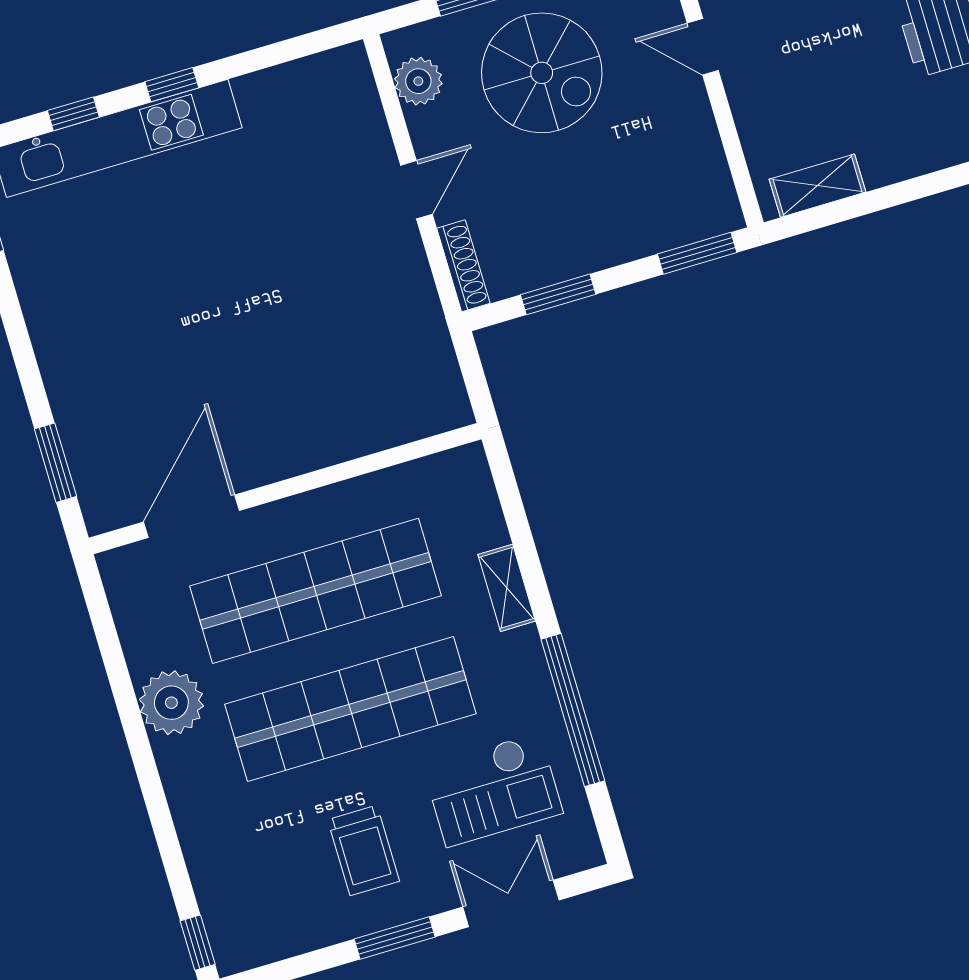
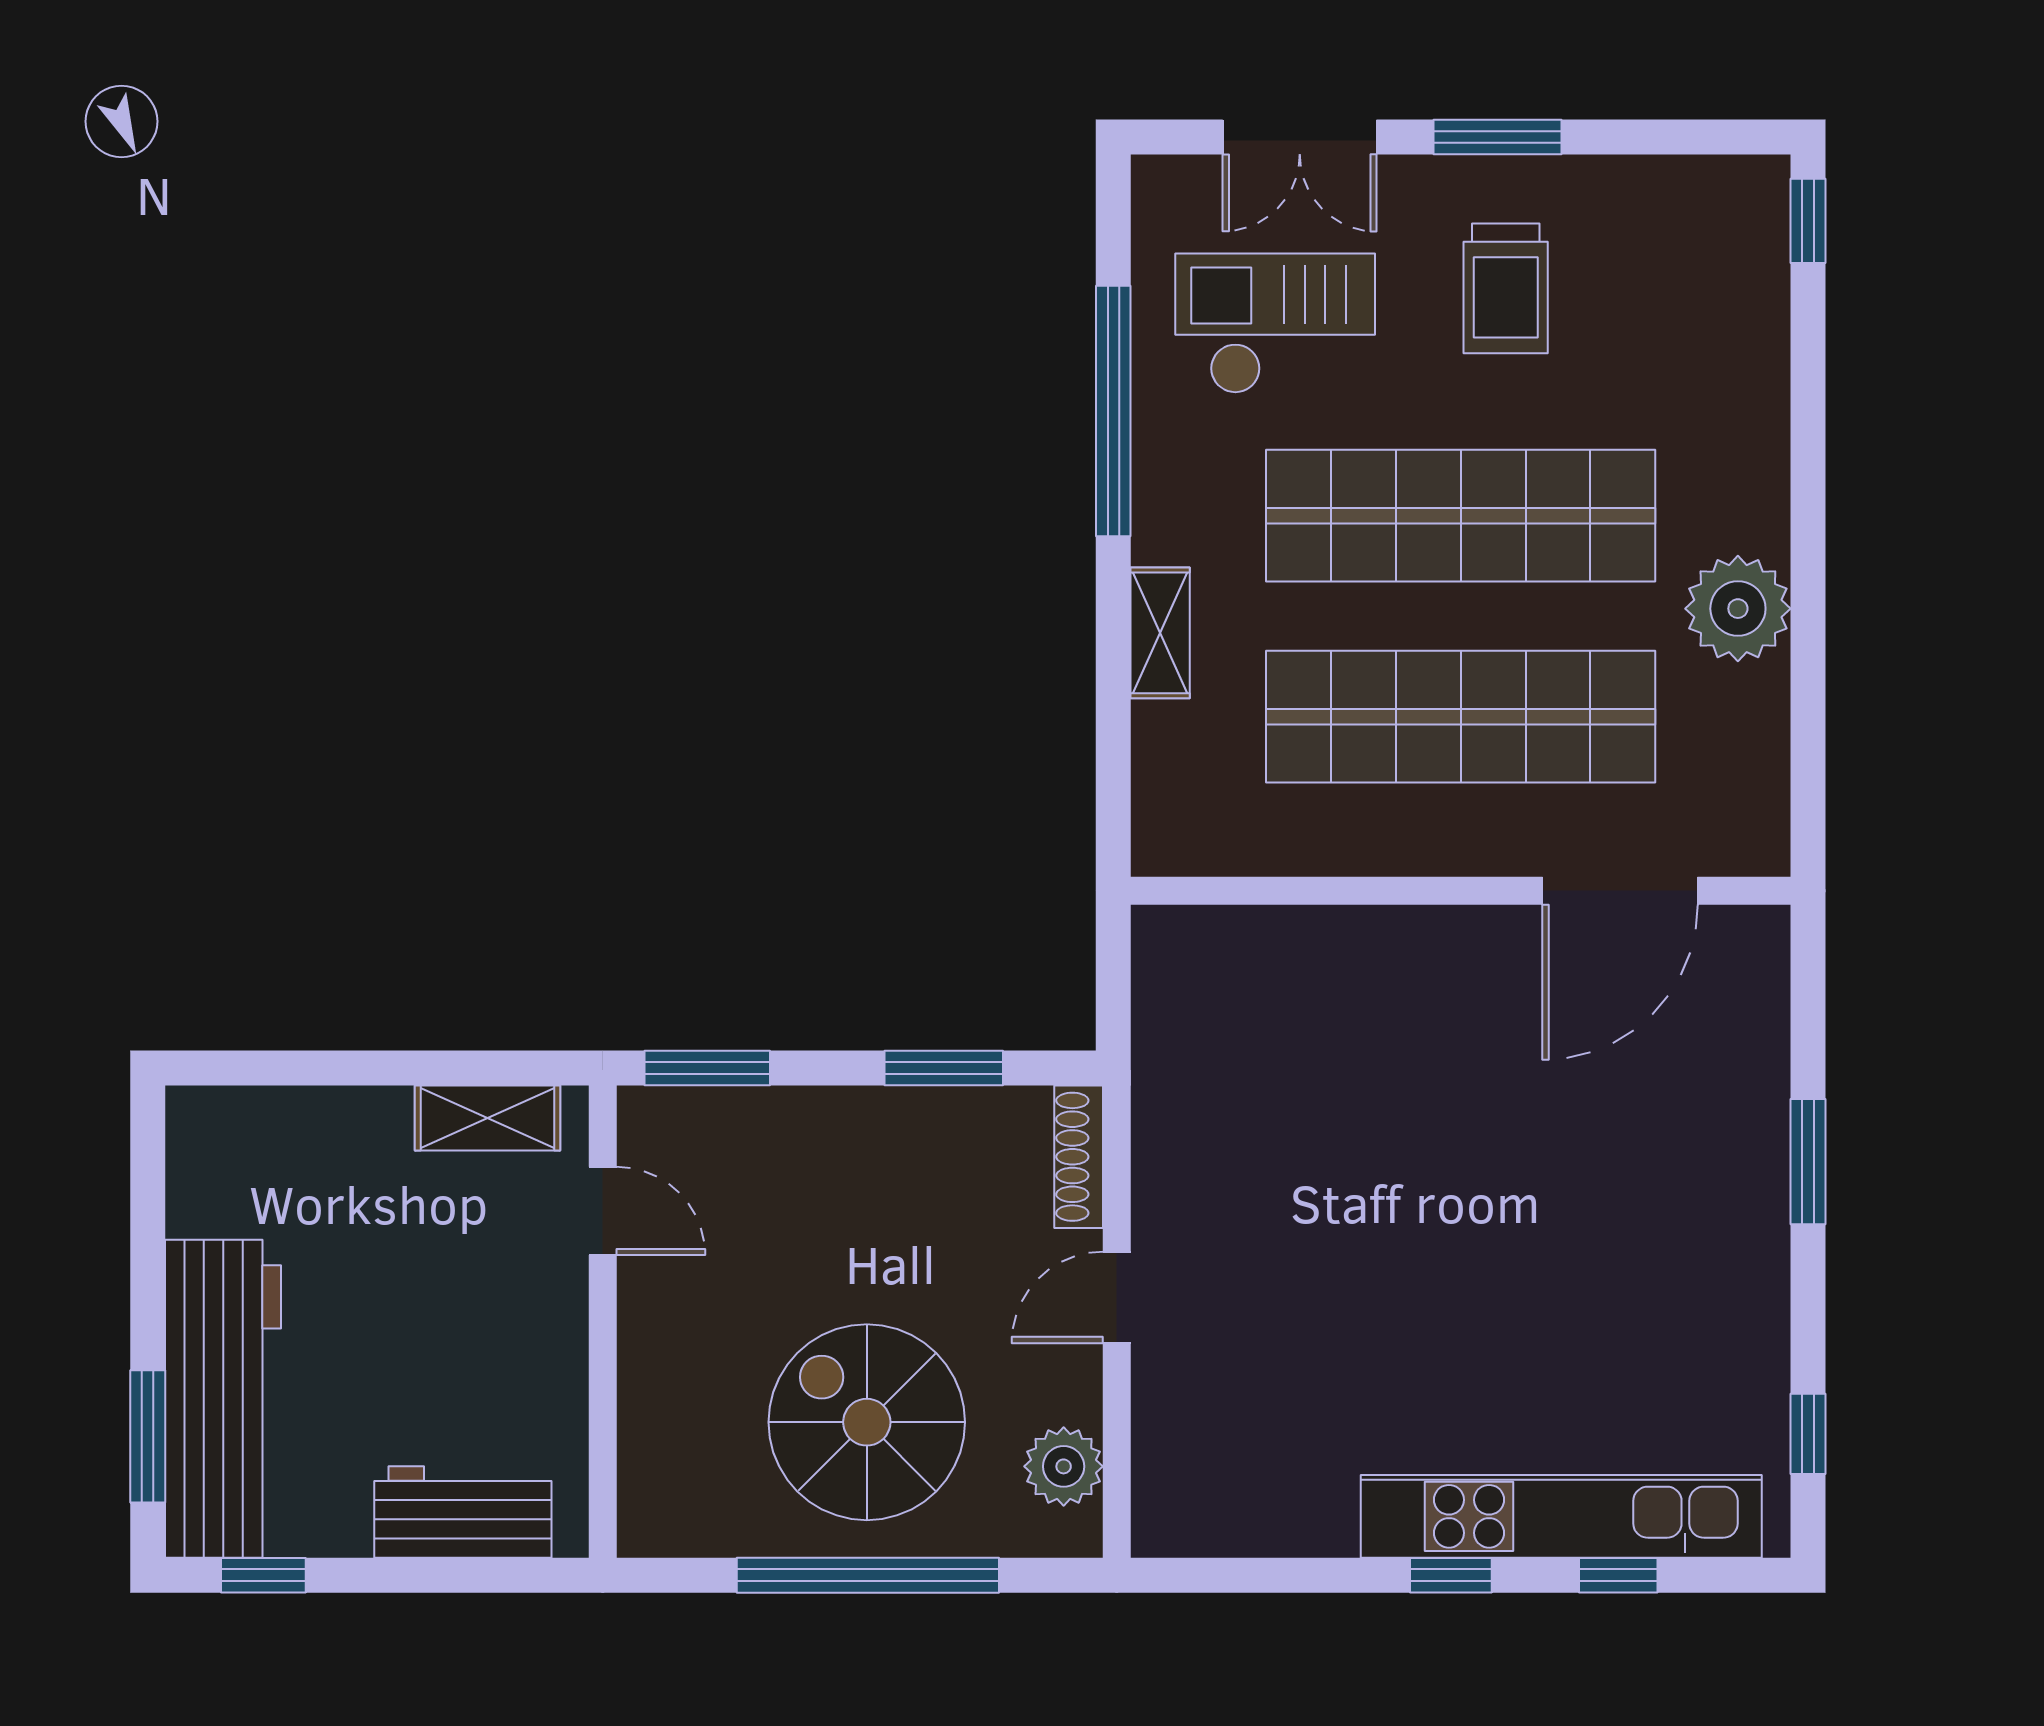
door: (703, 47) -> (603, 1211), moved
window: (55, 463) -> (1808, 1162), moved
trolley: (364, 850) -> (1506, 288), turned 180

